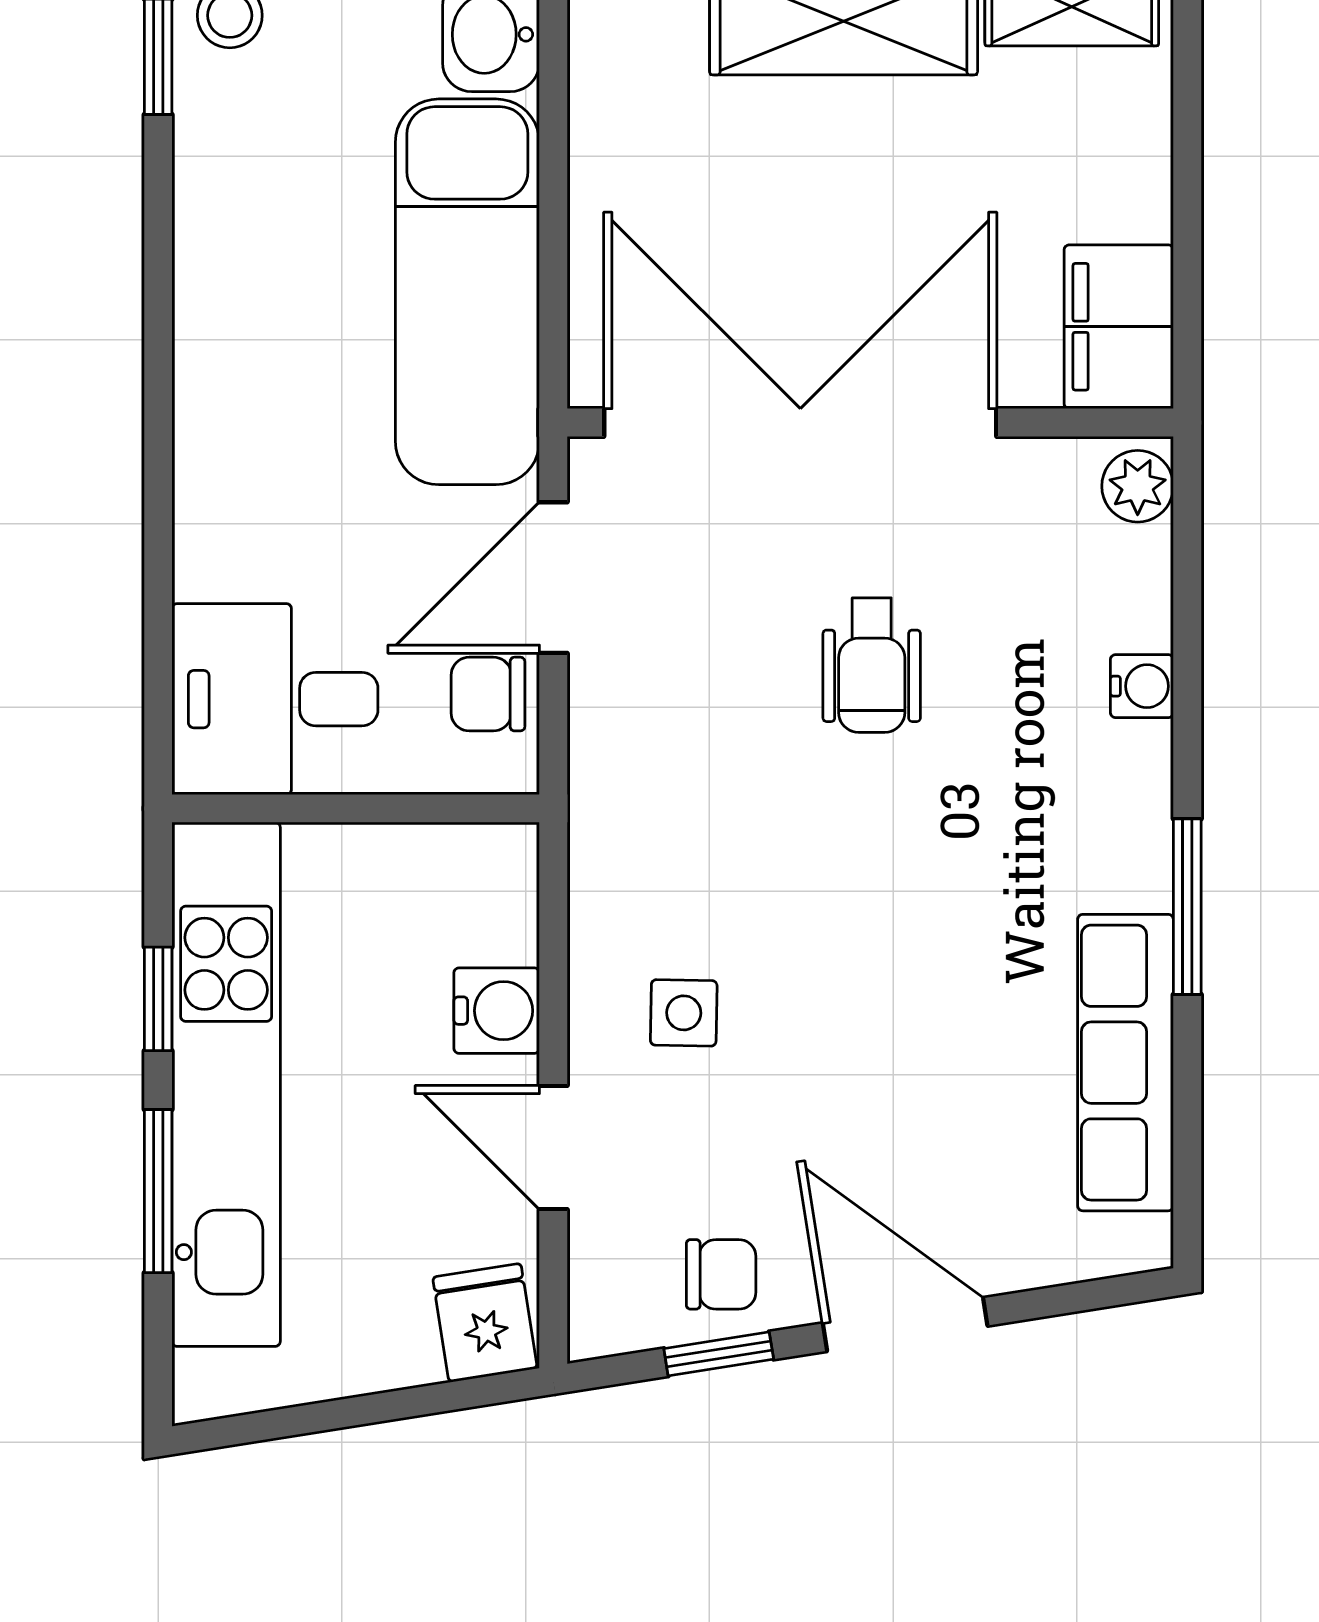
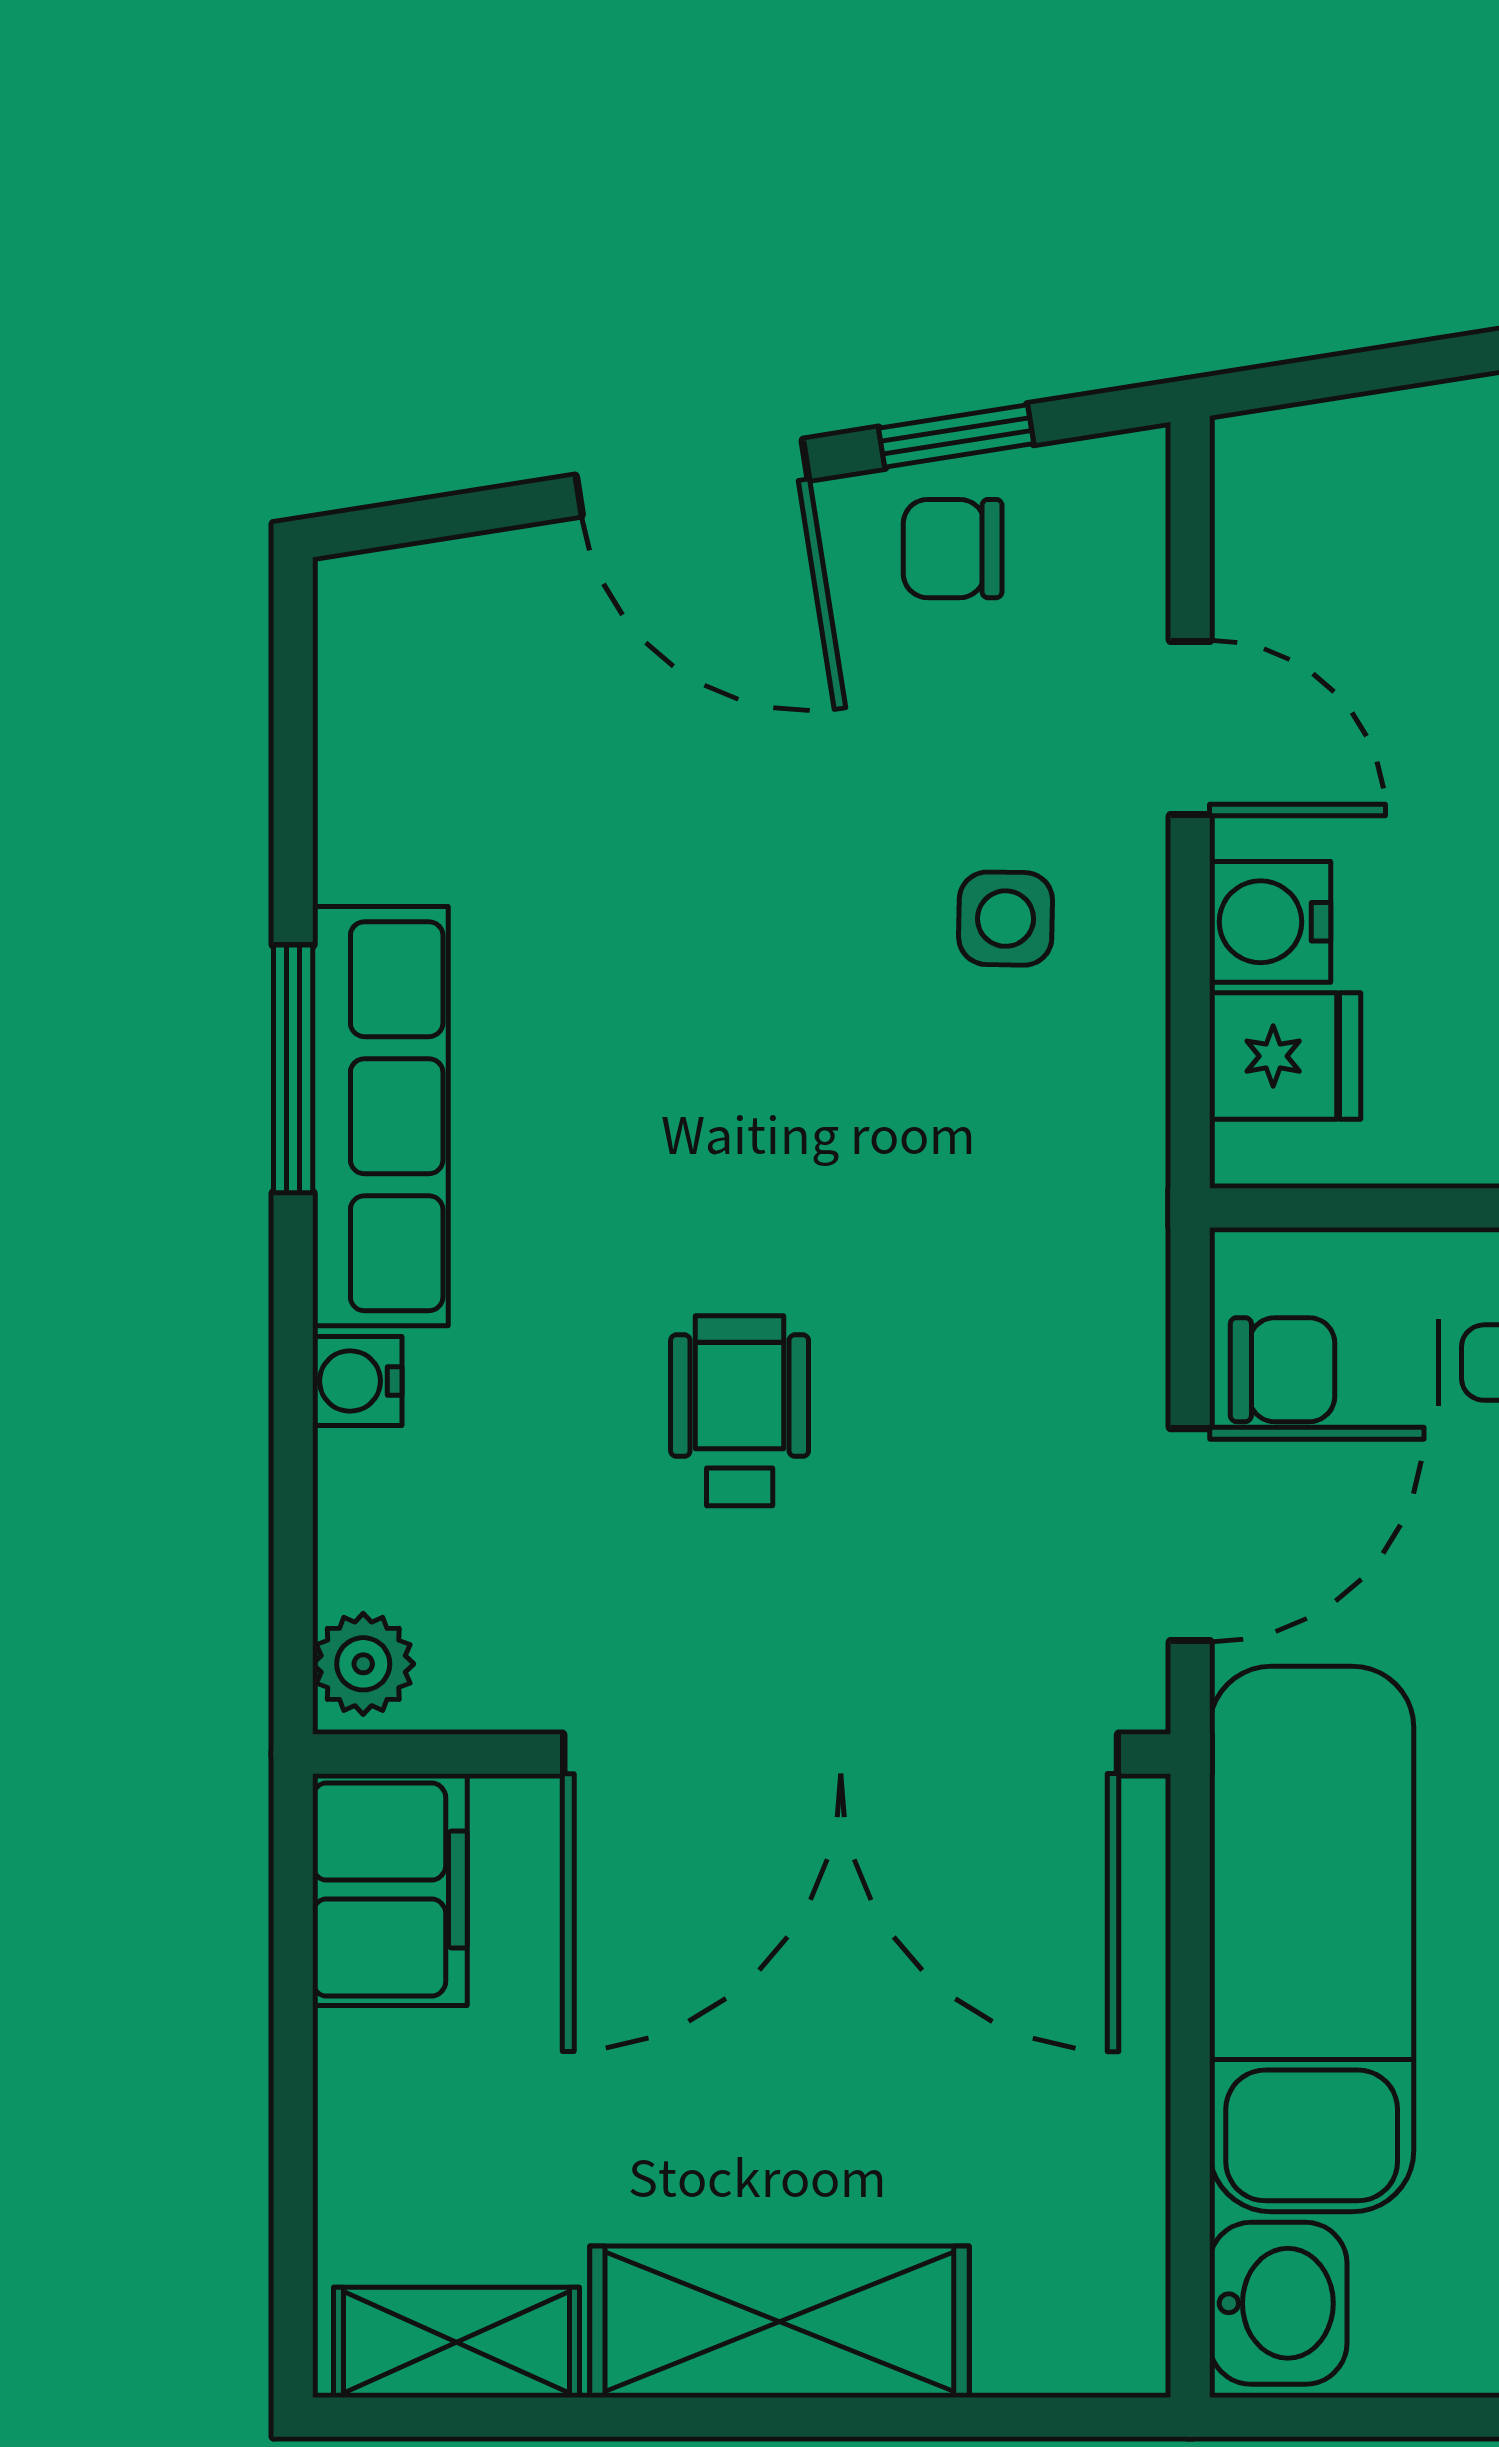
row of seats: (1126, 1063) -> (380, 1116), moved
fridge: (485, 1323) -> (1285, 1056), moved, turned -81

